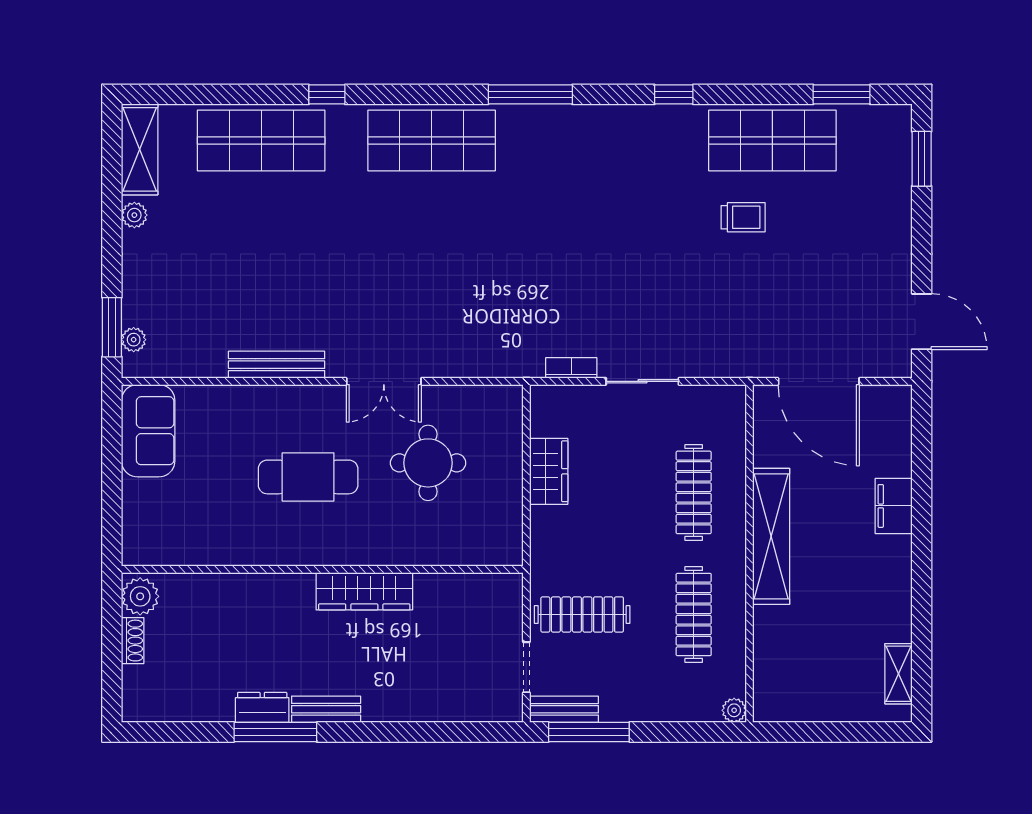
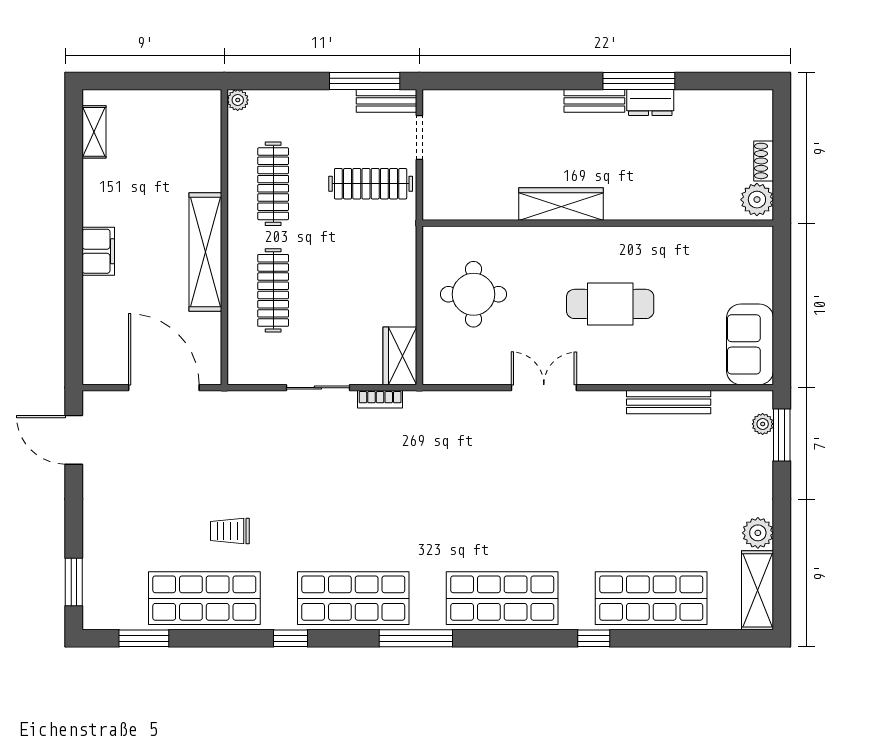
shop shelf: (602, 140) -> (353, 598), added
plant: (134, 215) -> (758, 533), width x1.38, depth x1.38
bench: (277, 365) -> (669, 402), moved
round table: (428, 463) -> (473, 294), moved
wardrobe: (549, 471) -> (400, 356), moved
filing cabinet: (894, 506) -> (98, 251), moved

